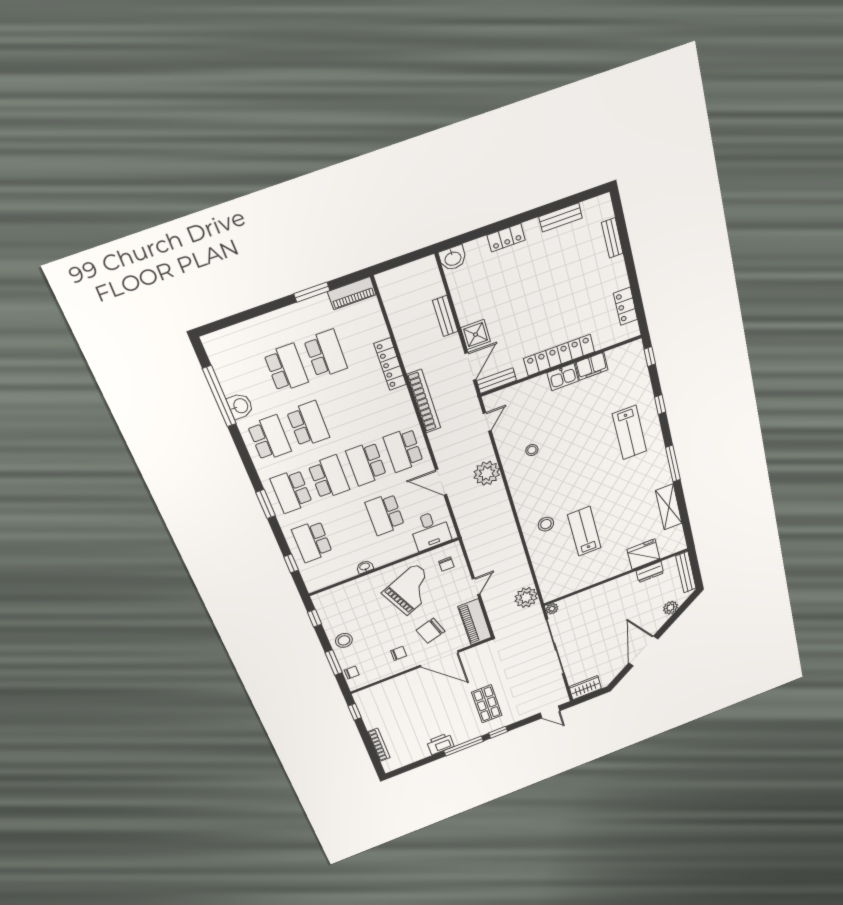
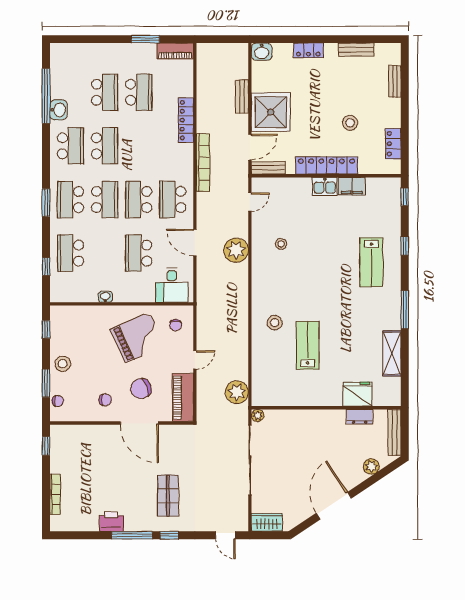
stool: (574, 301) -> (350, 123), added
shower: (476, 335) -> (271, 112), width x1.86, depth x1.86

